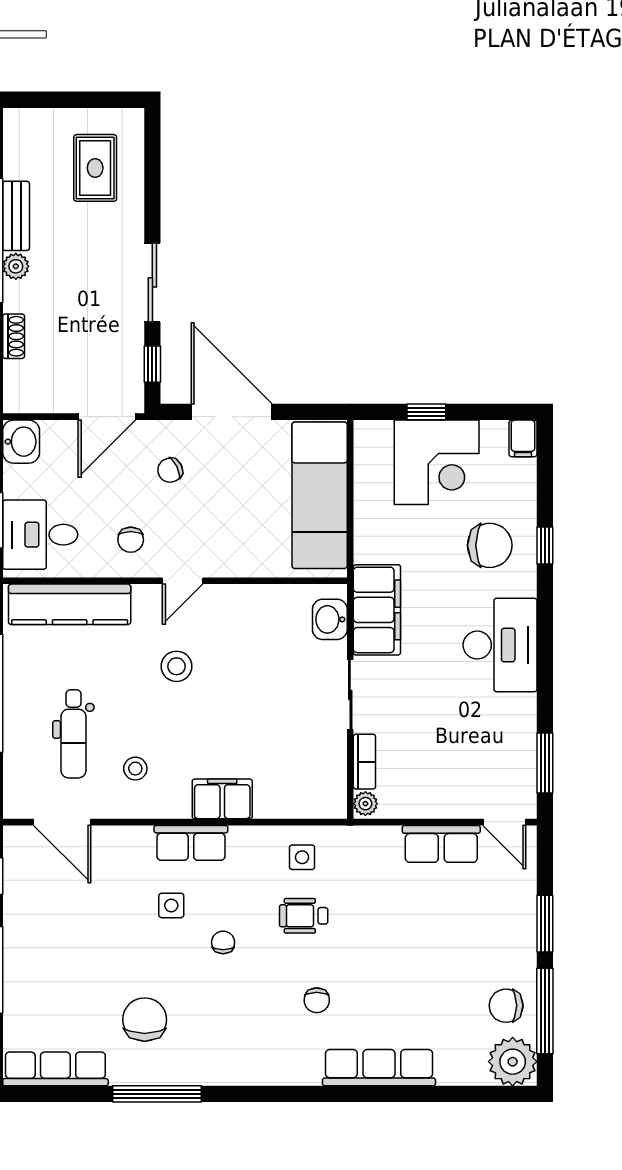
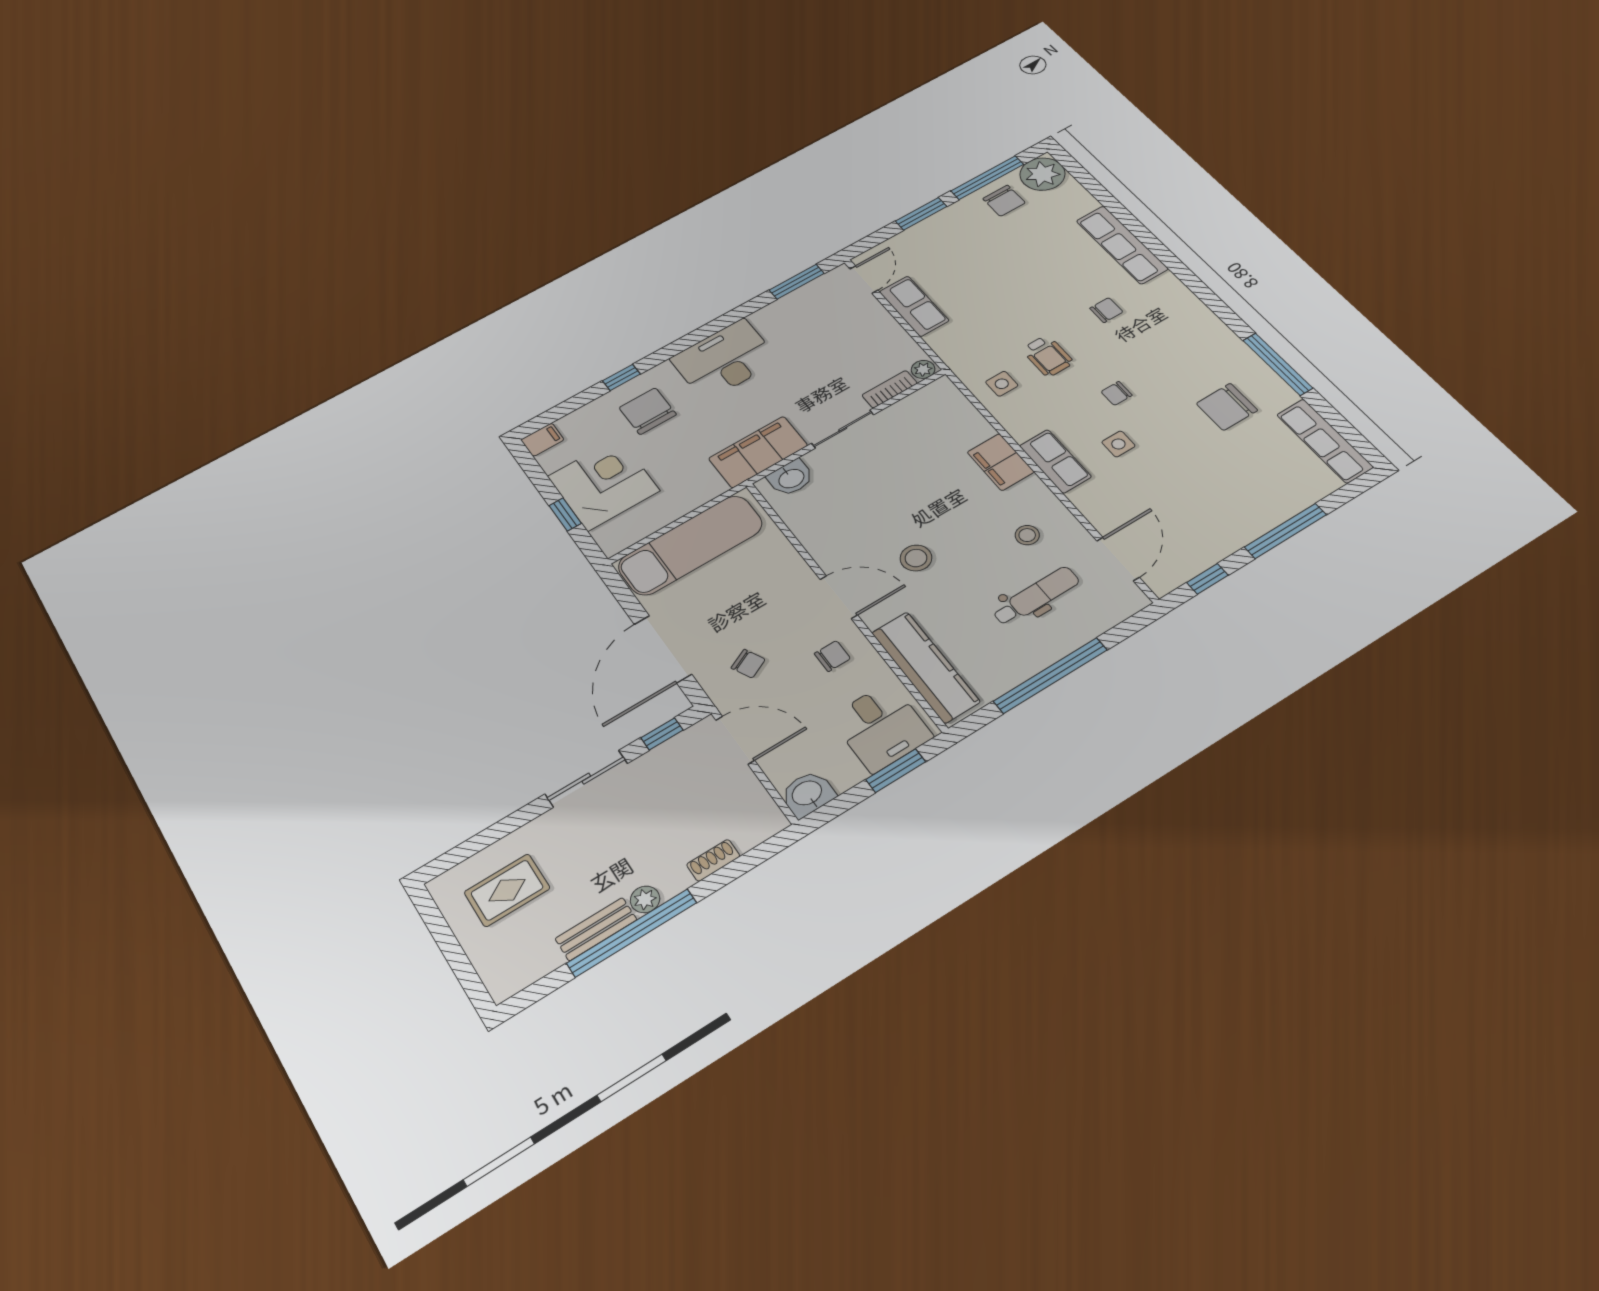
door: (183, 581) -> (839, 597), width x1.38

